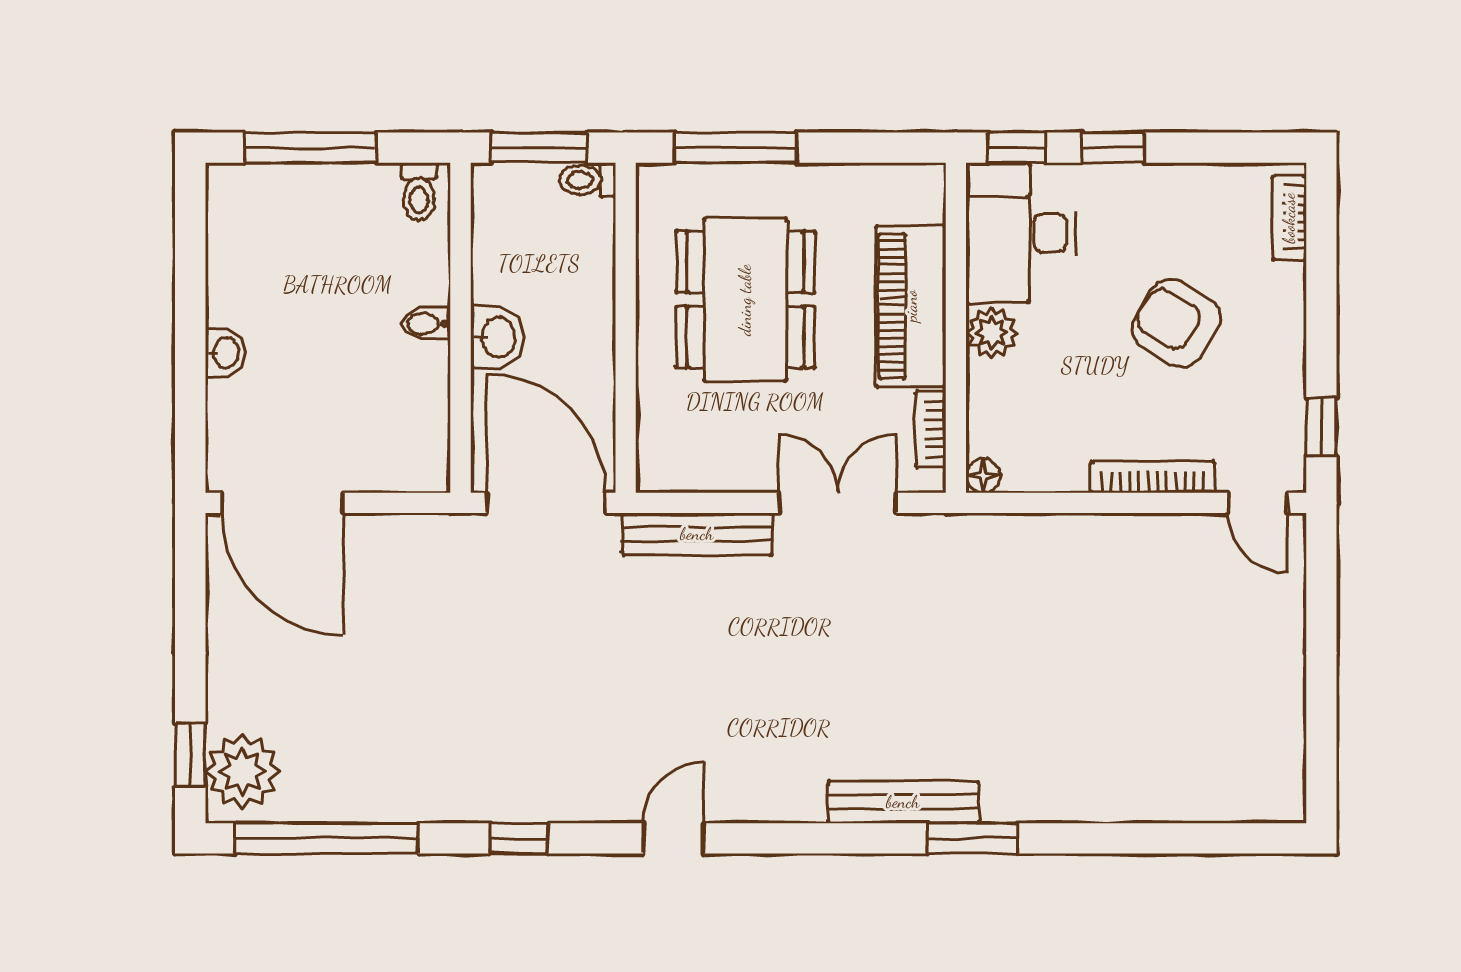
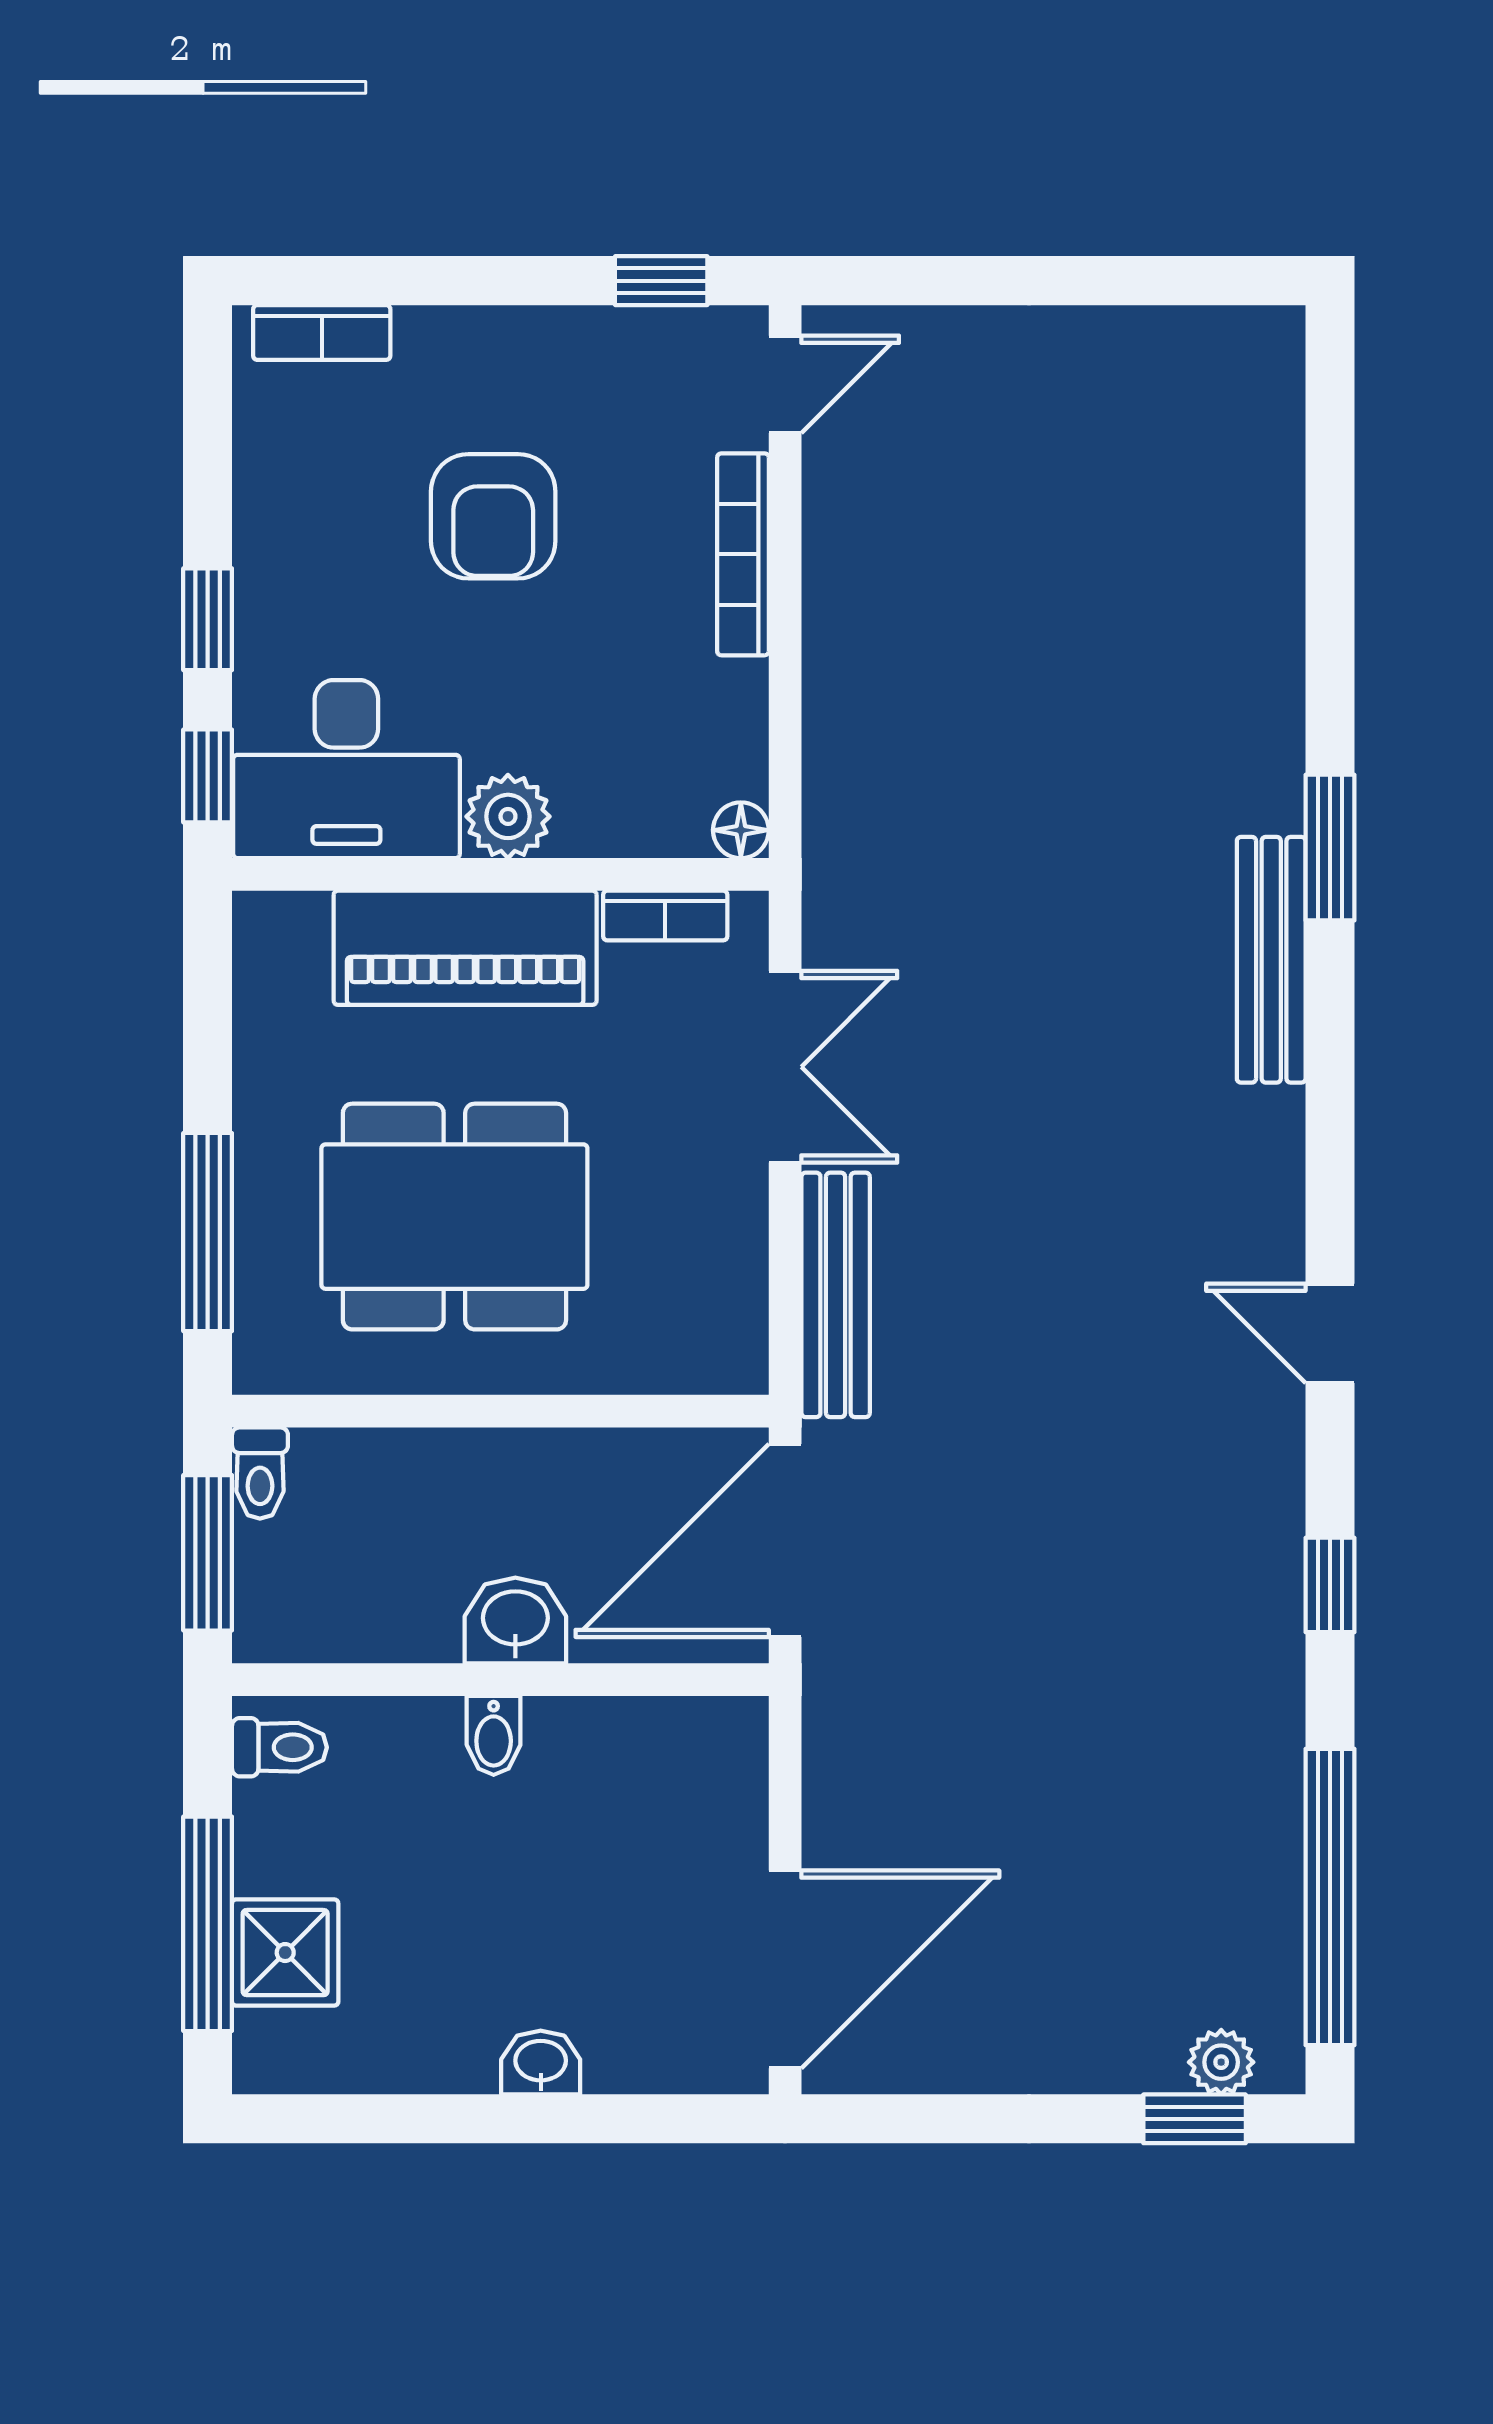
shower: (293, 195) -> (285, 1953), added
armchair: (1176, 323) -> (493, 516), turned -31
double door: (838, 503) -> (785, 1067), swing flipped
plant: (243, 771) -> (1221, 2062), width x0.53, depth x0.53

